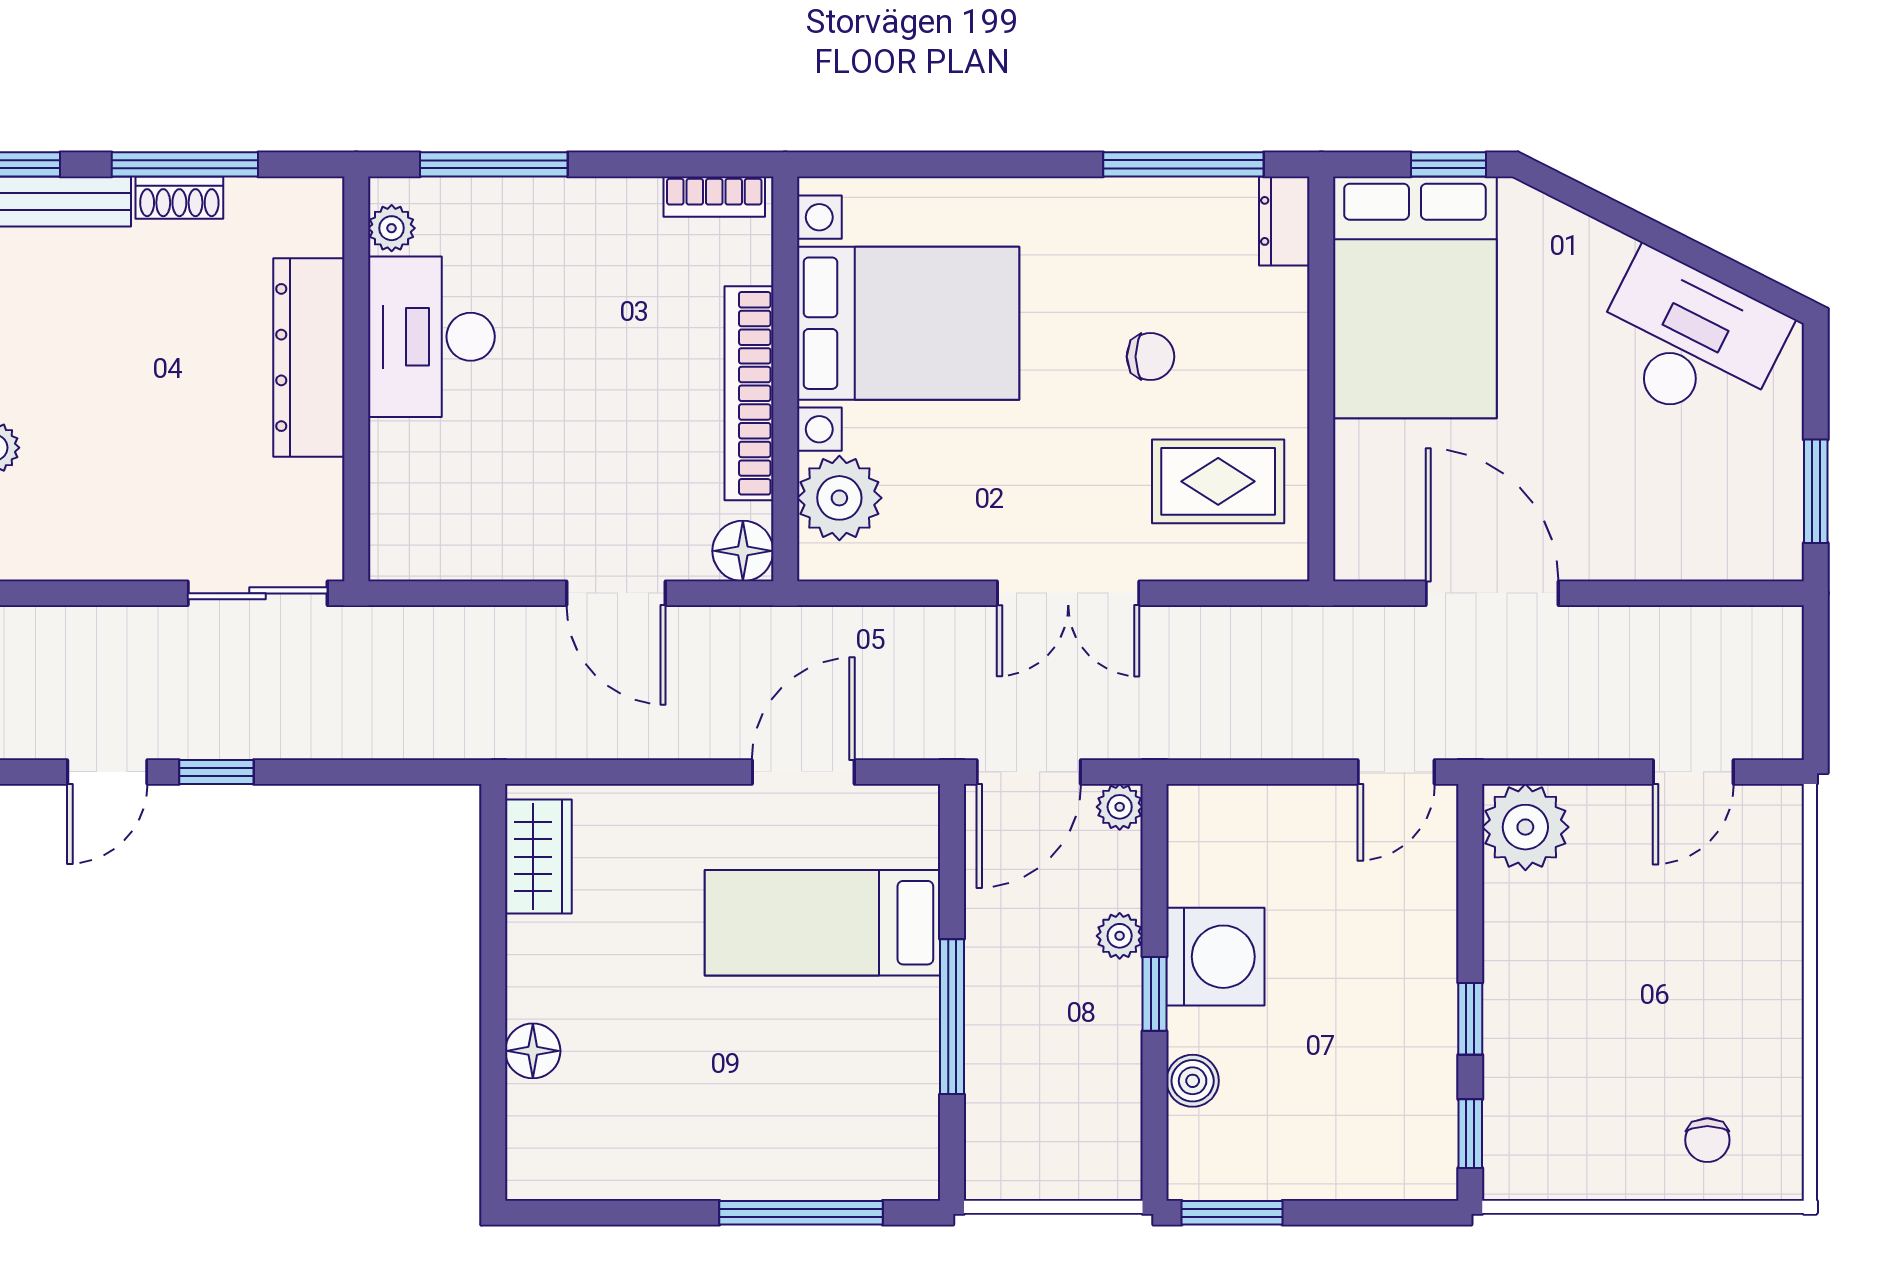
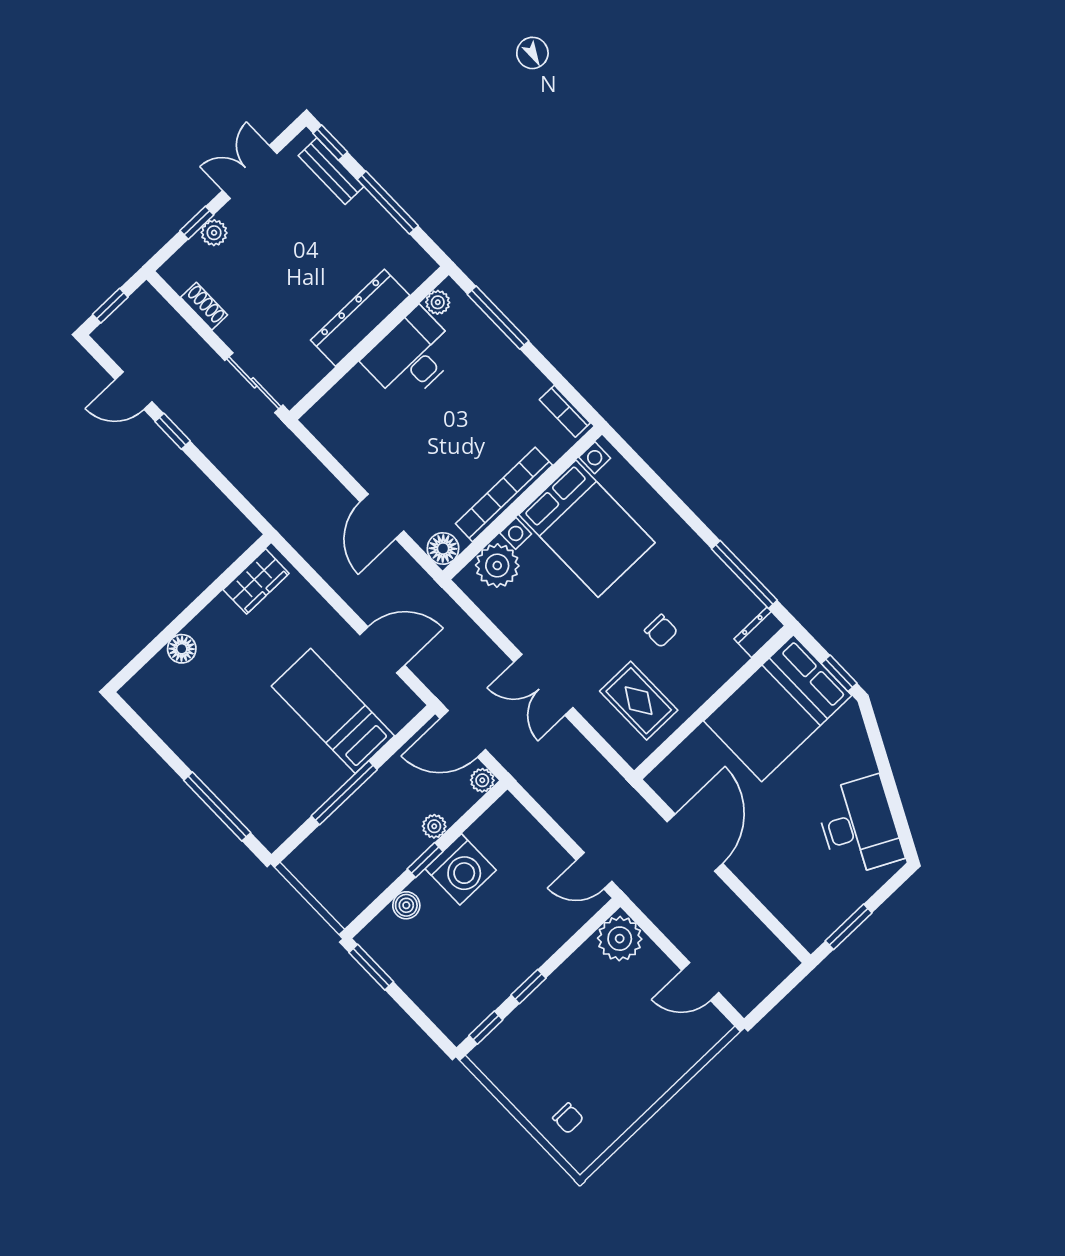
shoe rack: (179, 198) -> (204, 306), moved, turned 180
chair: (1707, 1140) -> (568, 1118), turned -90

